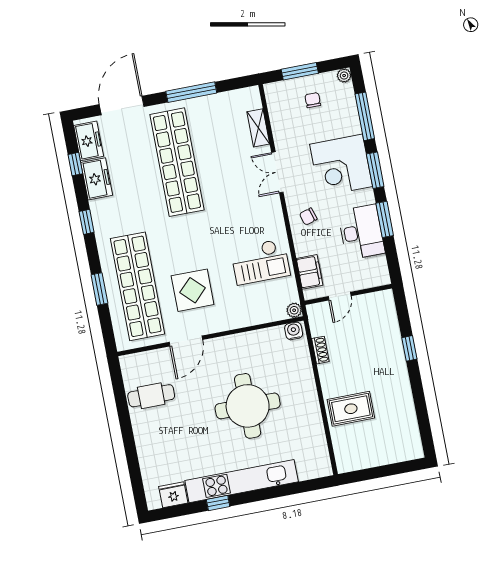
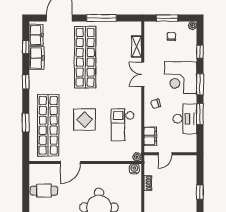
window: (365, 116) -> (200, 52), width x0.46
checkout: (260, 262) -> (123, 125), turned 90
display table: (193, 290) -> (85, 120), moved

